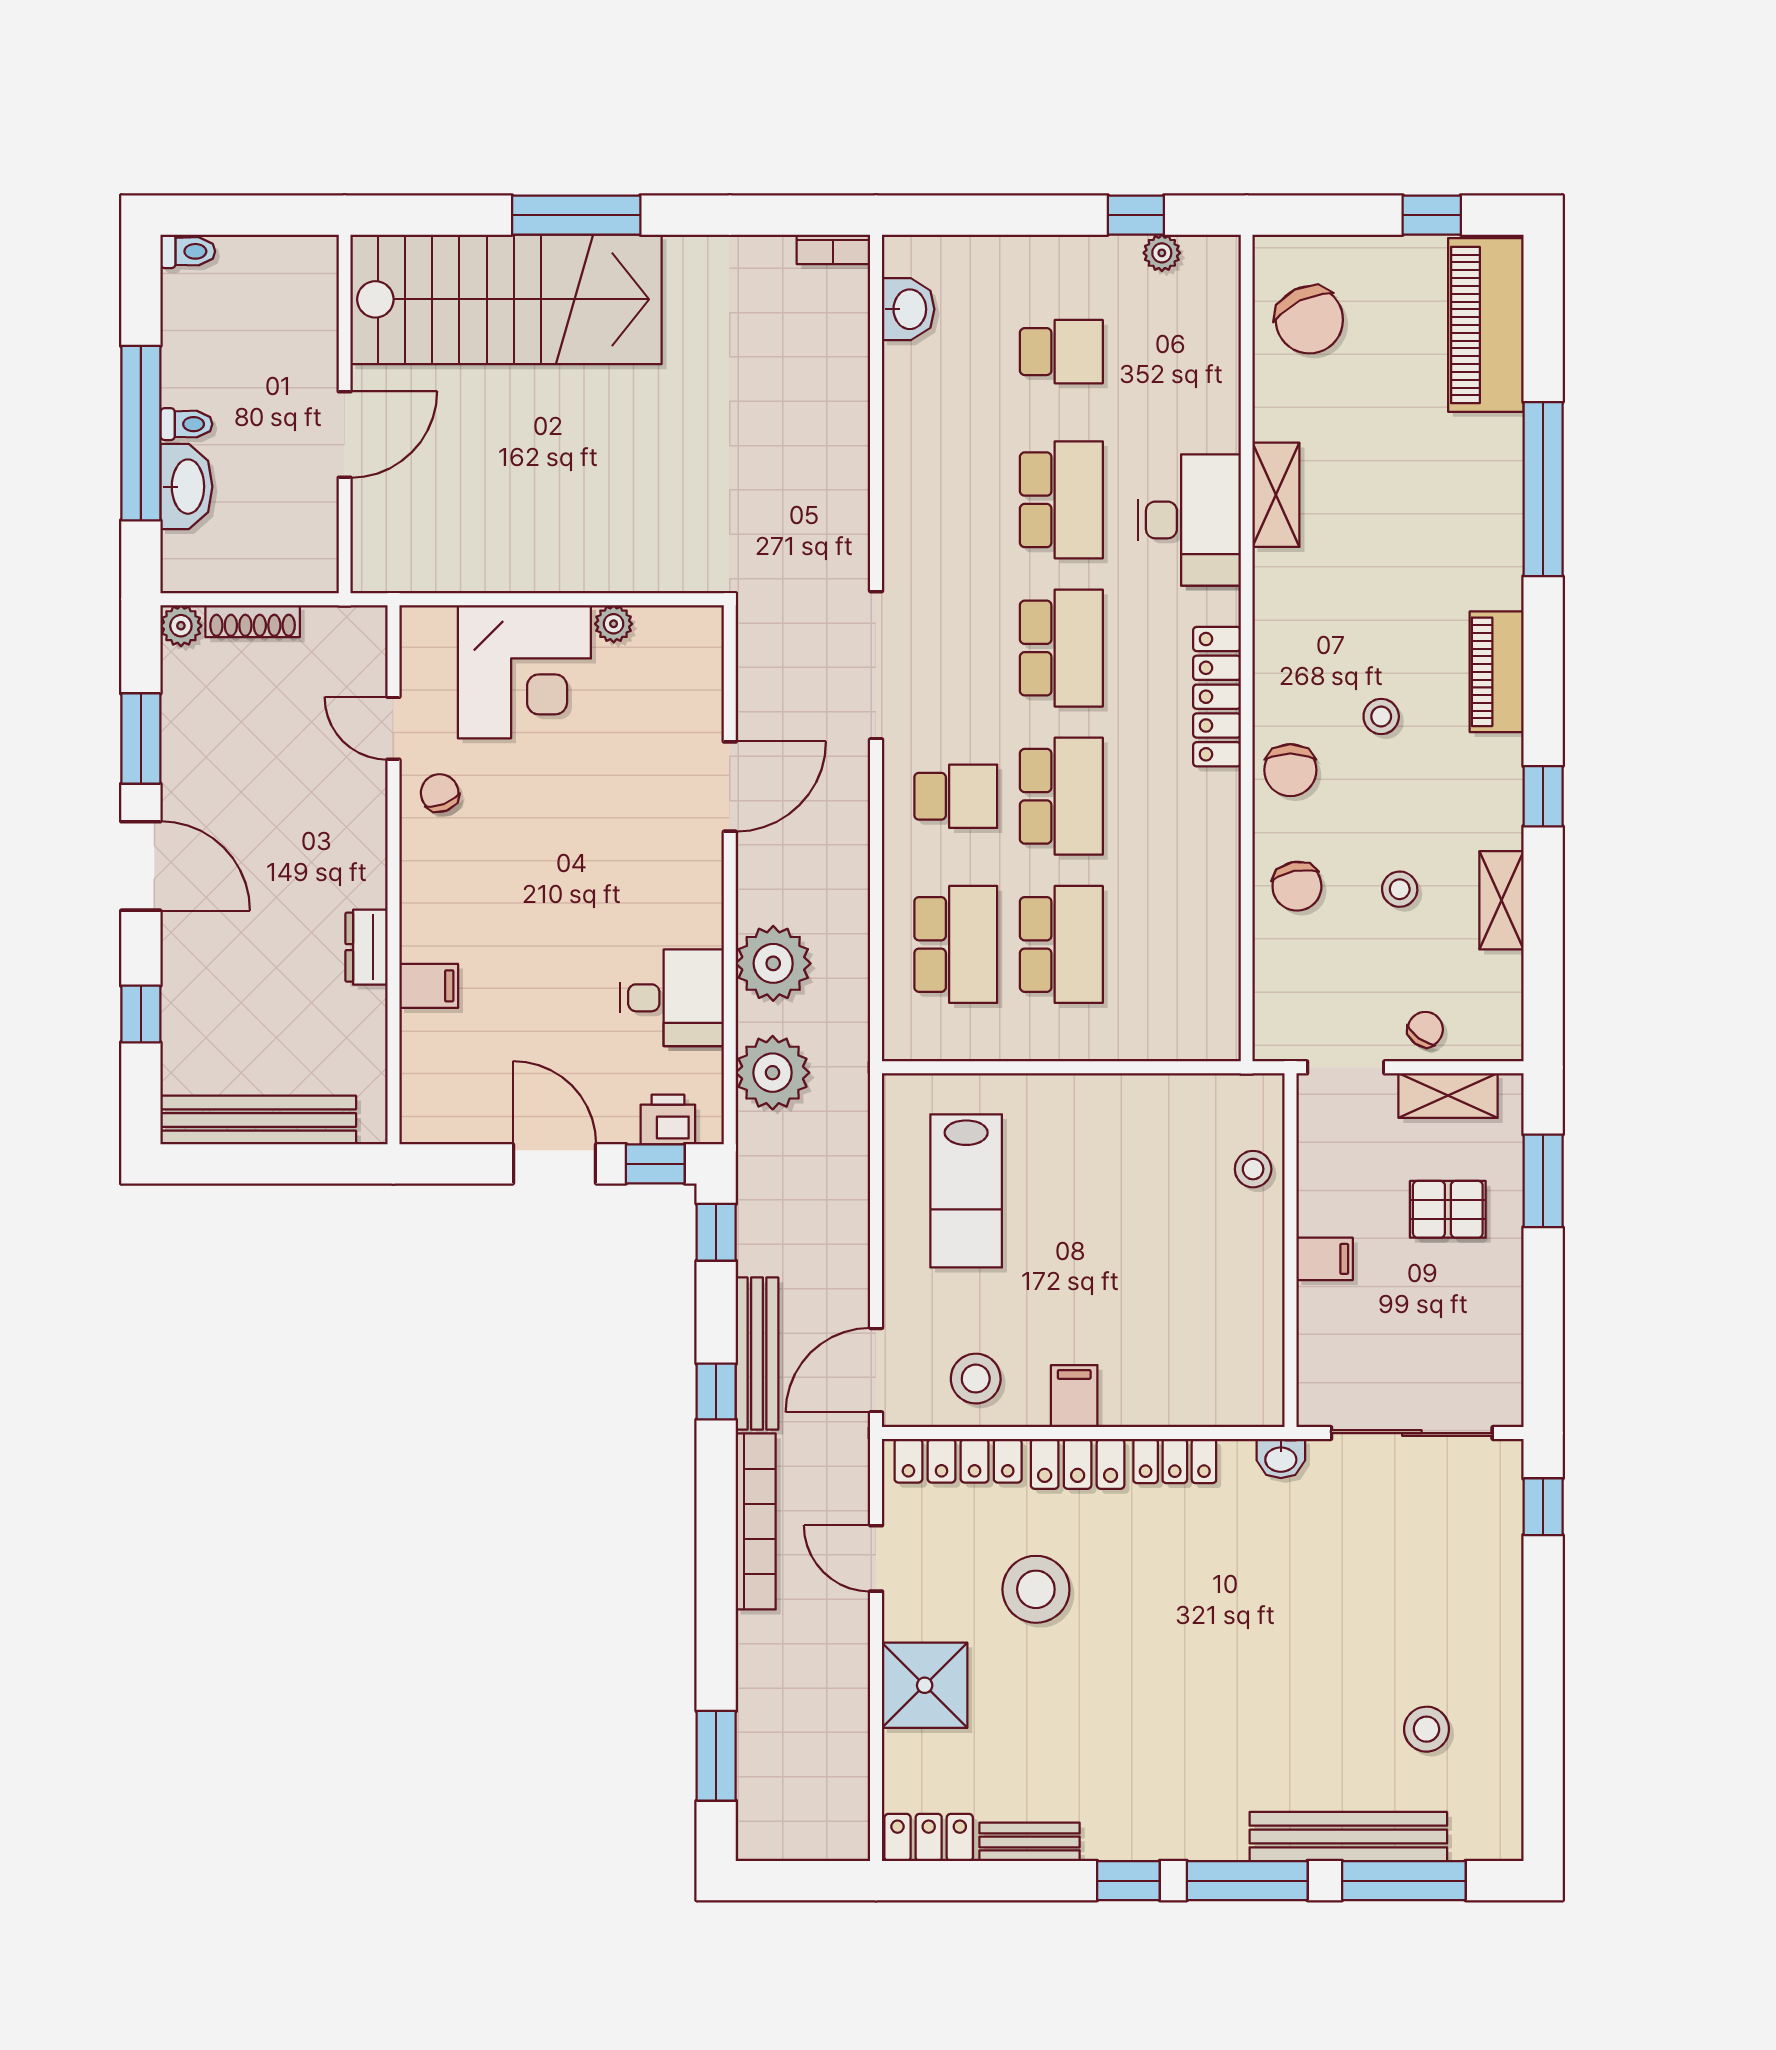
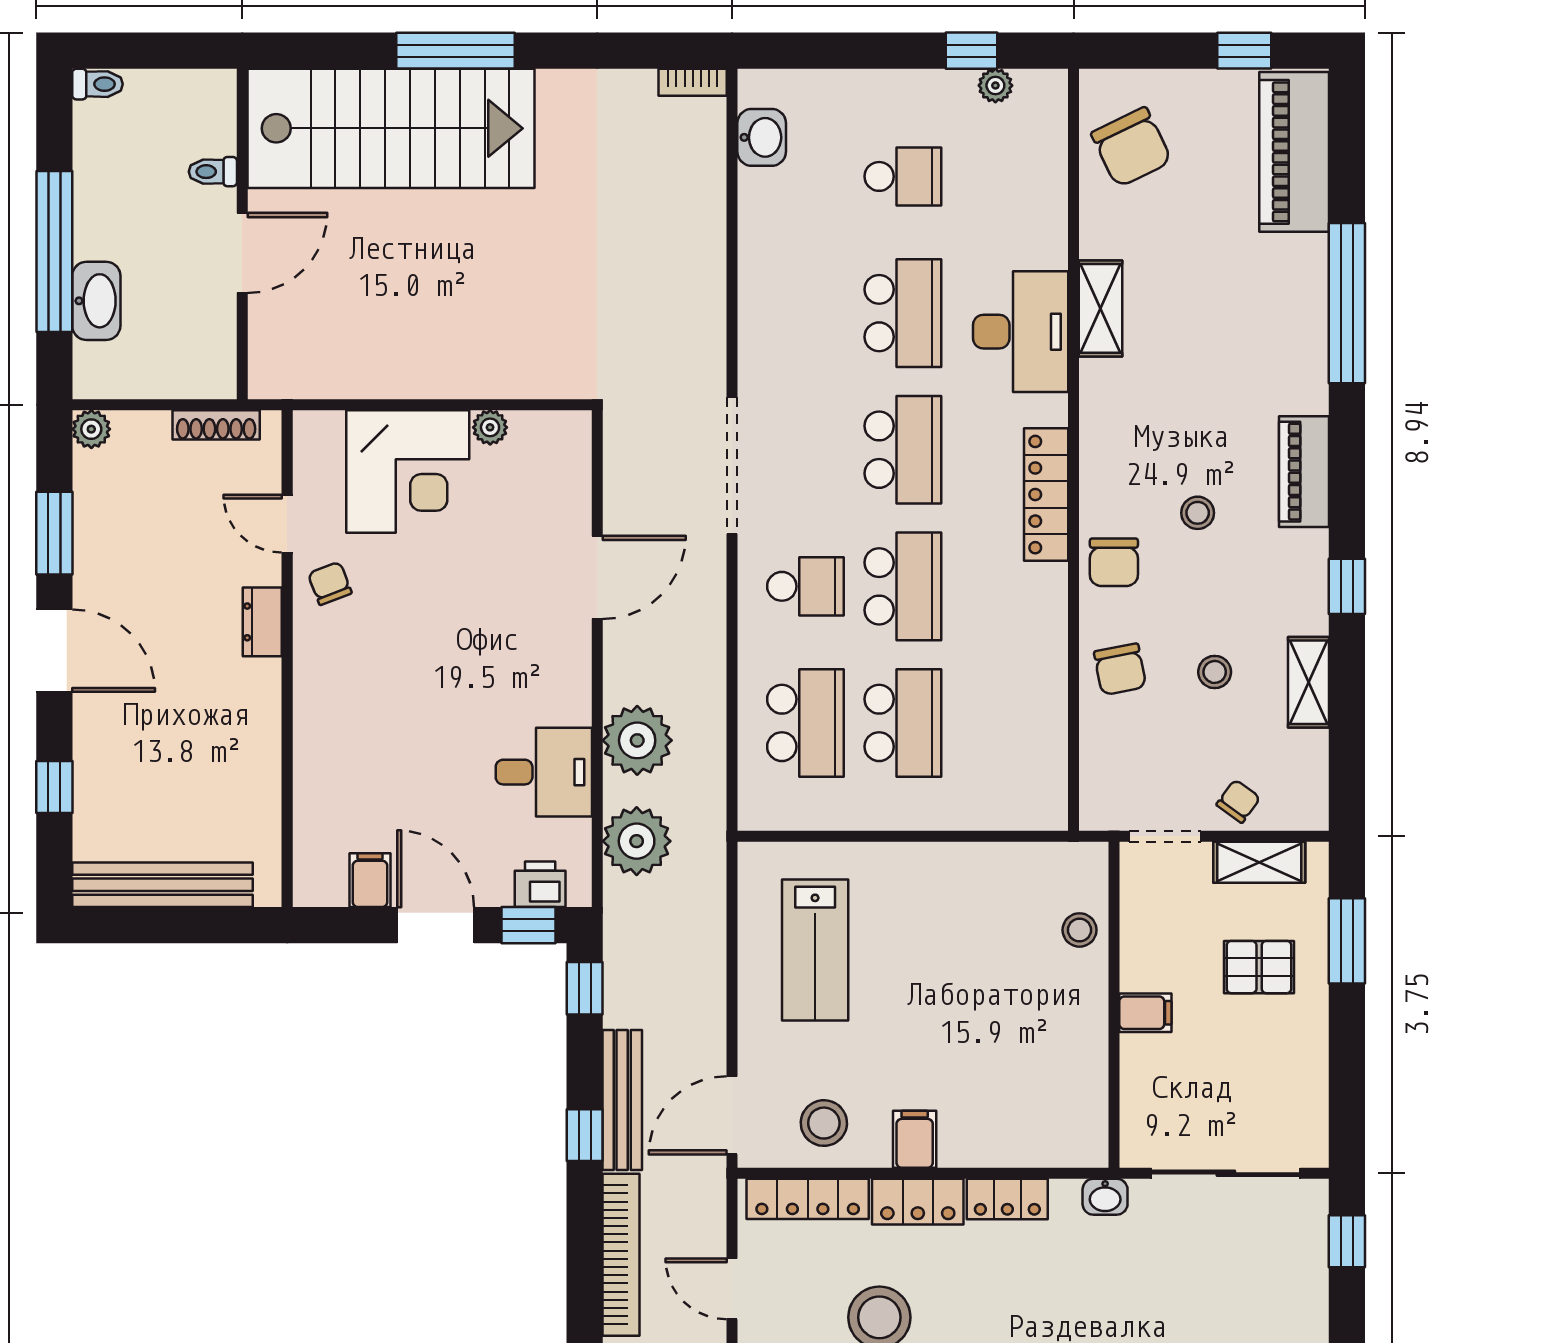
toilet: (186, 424) -> (213, 172), moved, turned 180
shoe rack: (253, 621) -> (216, 425), moved
dresser: (367, 947) -> (262, 622), moved
filing cabinet: (429, 986) -> (370, 880), moved, turned -90

